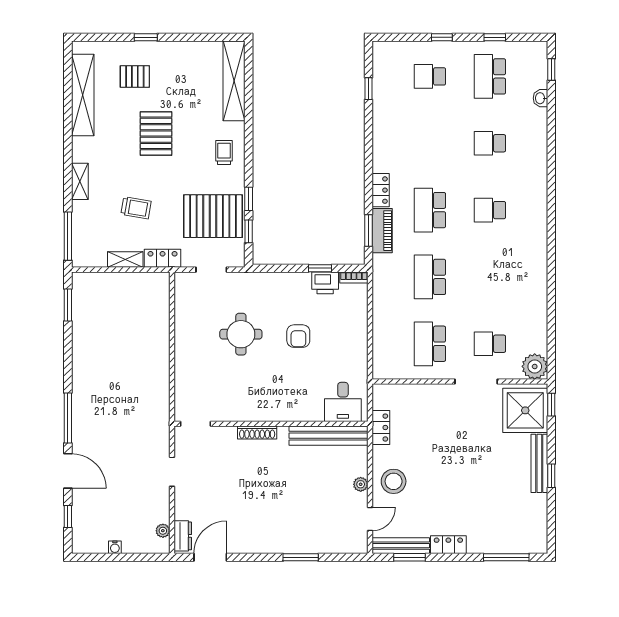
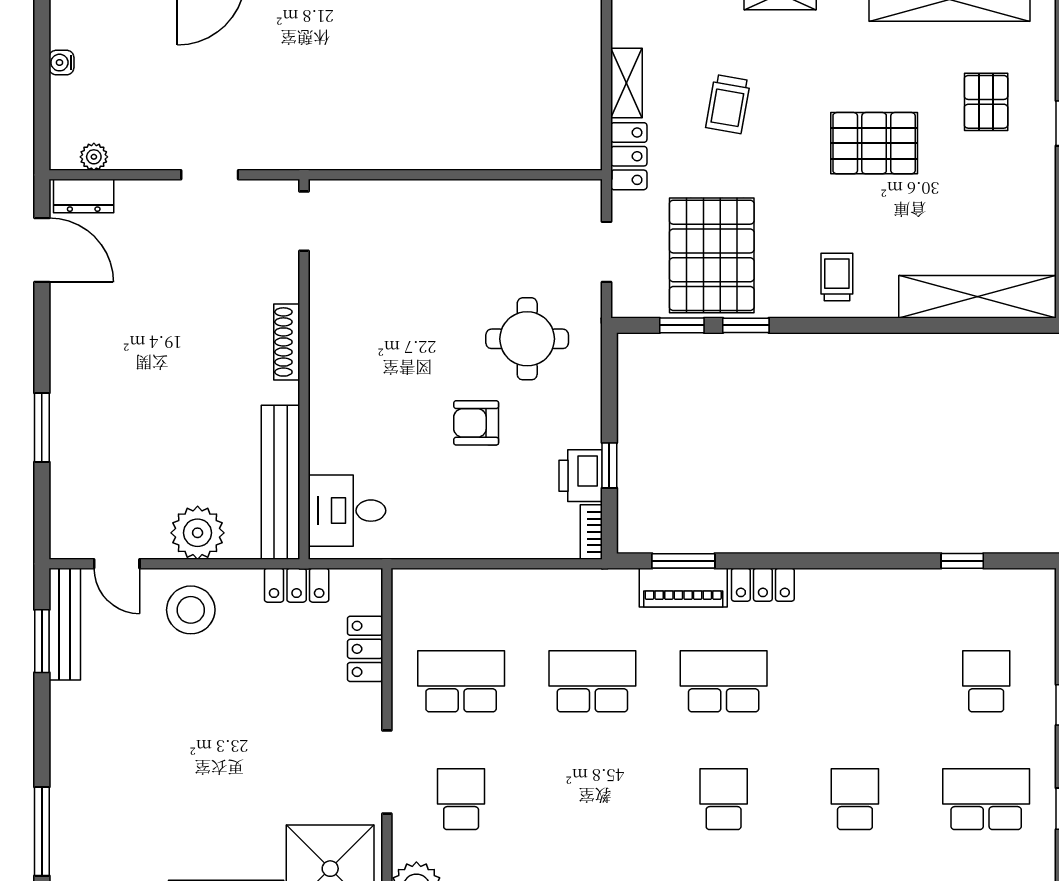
trolley: (224, 152) -> (837, 277), turned -90
round table: (241, 334) -> (527, 339), moved
plant: (361, 484) -> (198, 533), width x1.88, depth x1.88
locker: (448, 545) -> (365, 649), moved, turned 180

